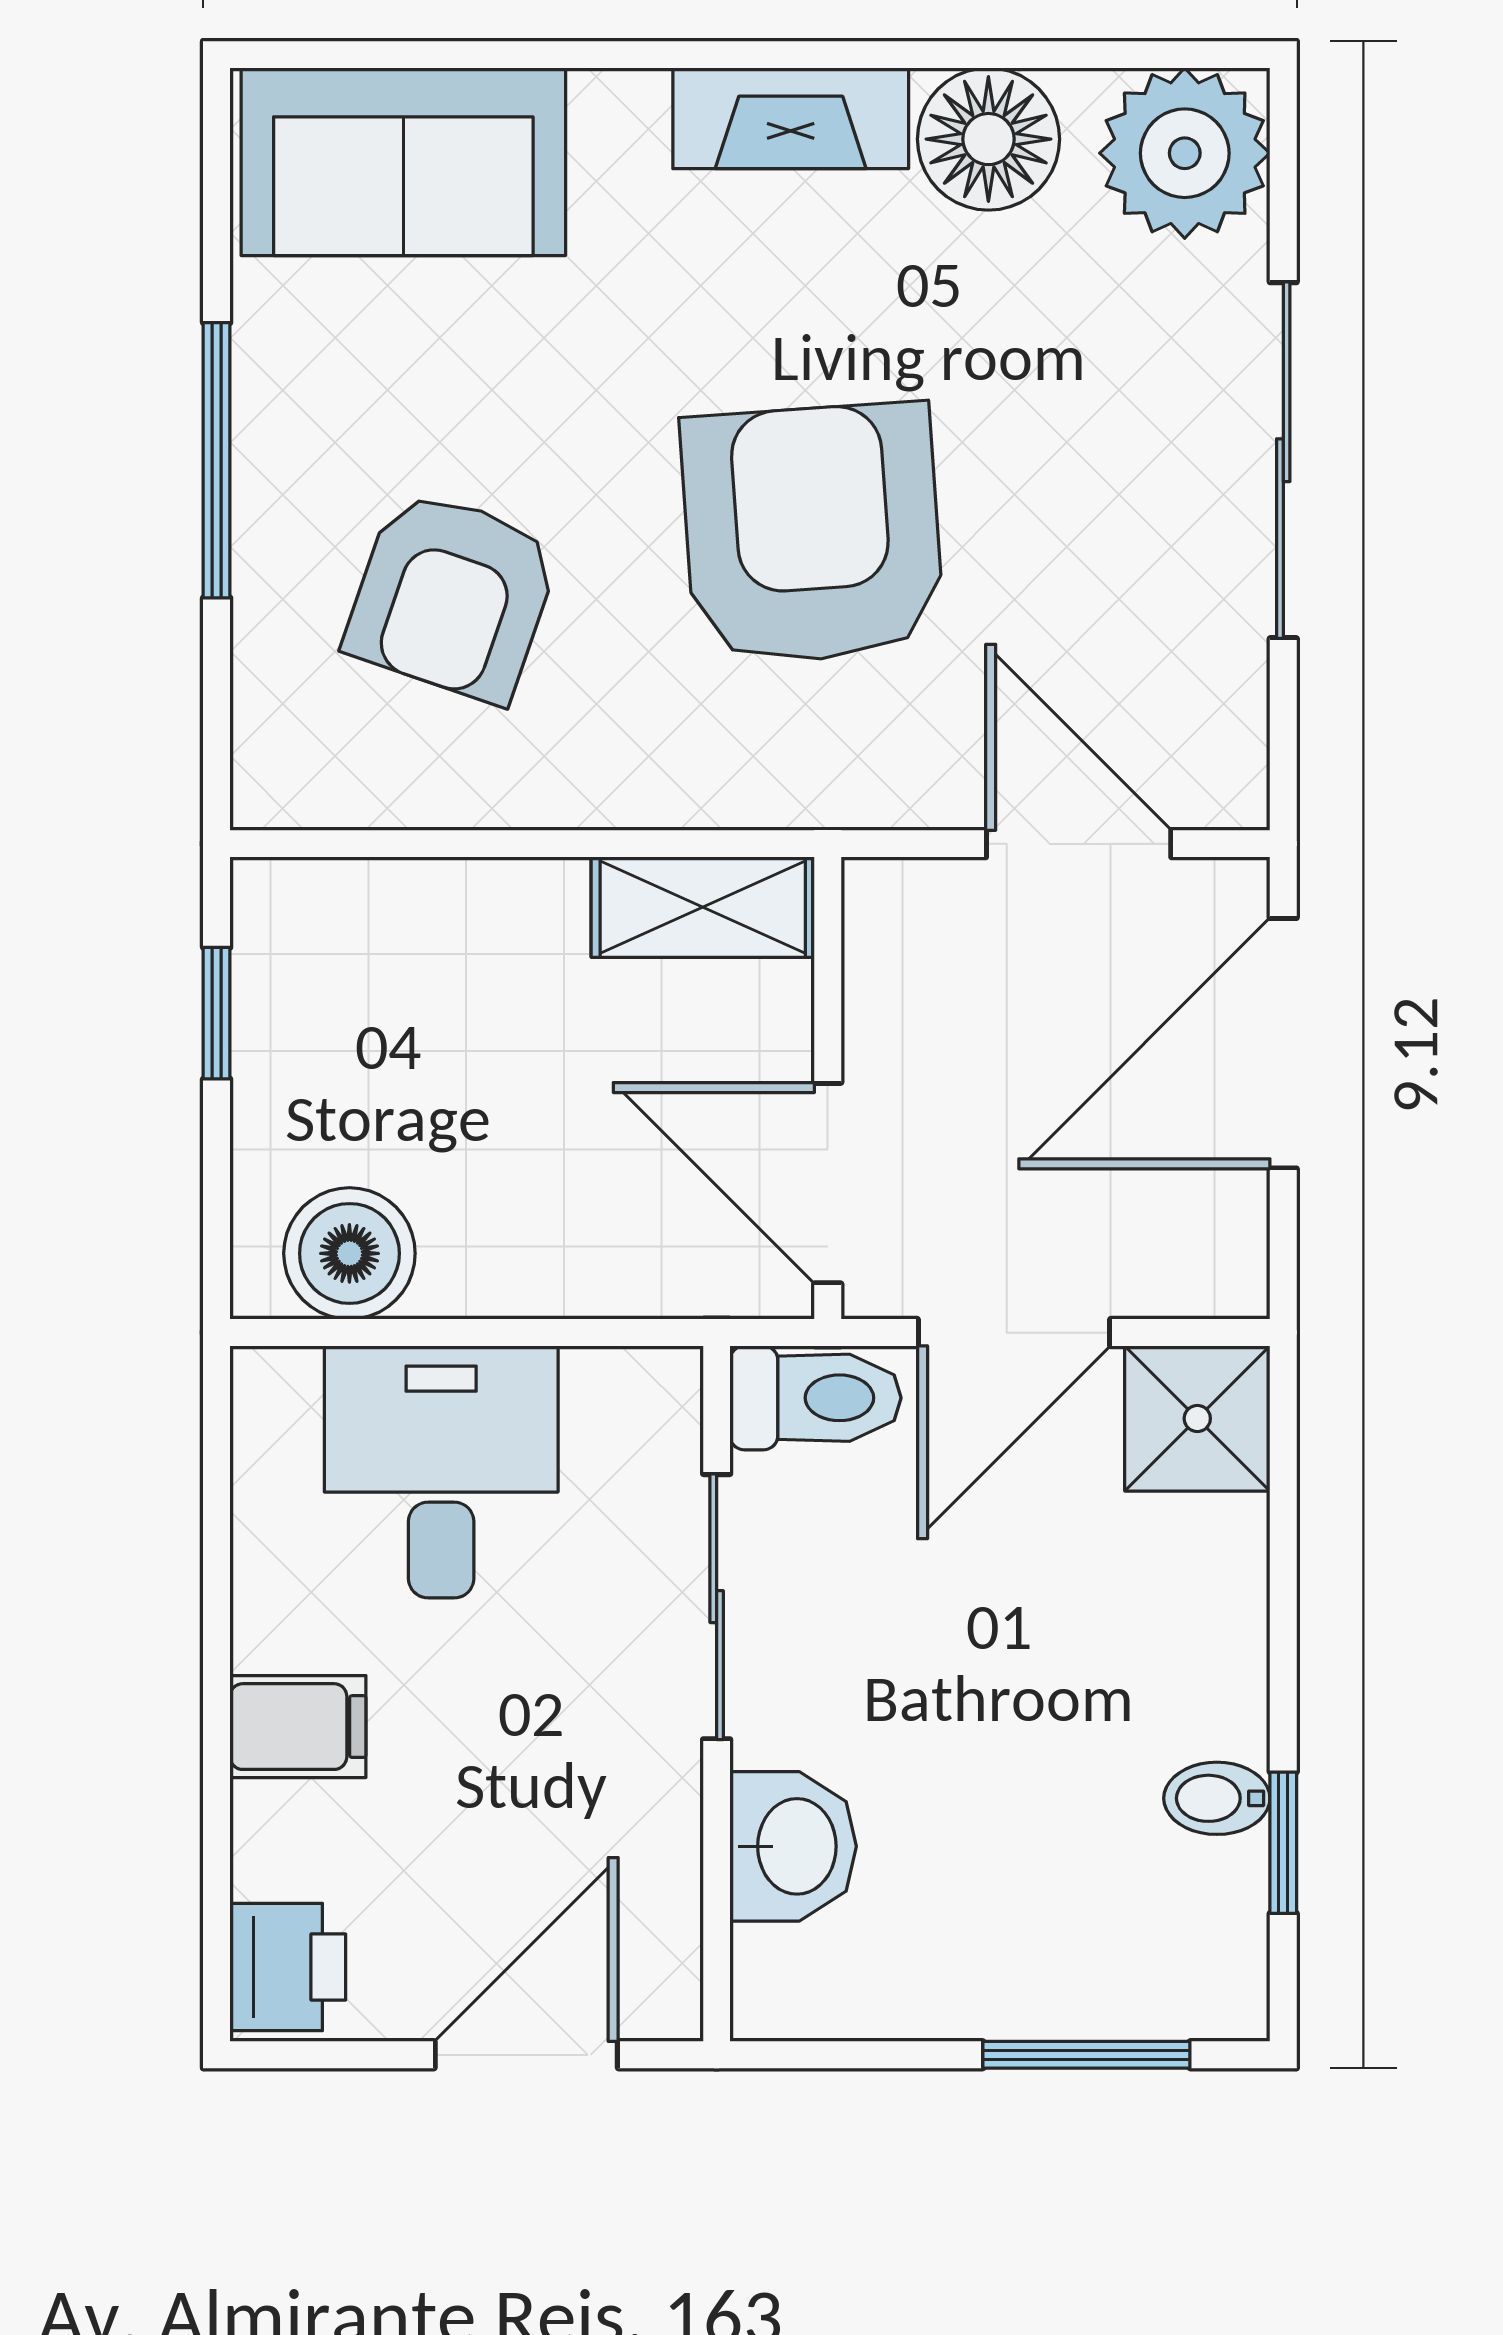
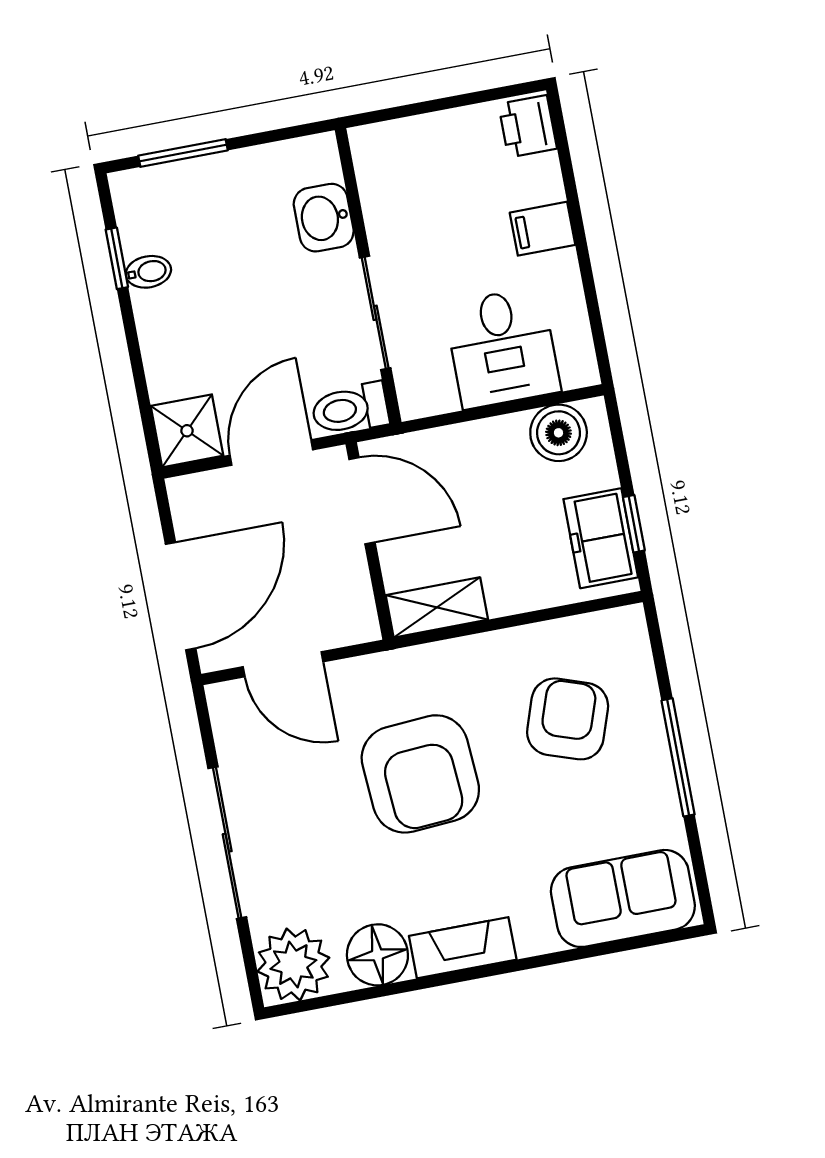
freezer: (298, 994) -> (601, 538), added
door: (526, 2055) -> (420, 108), removed

